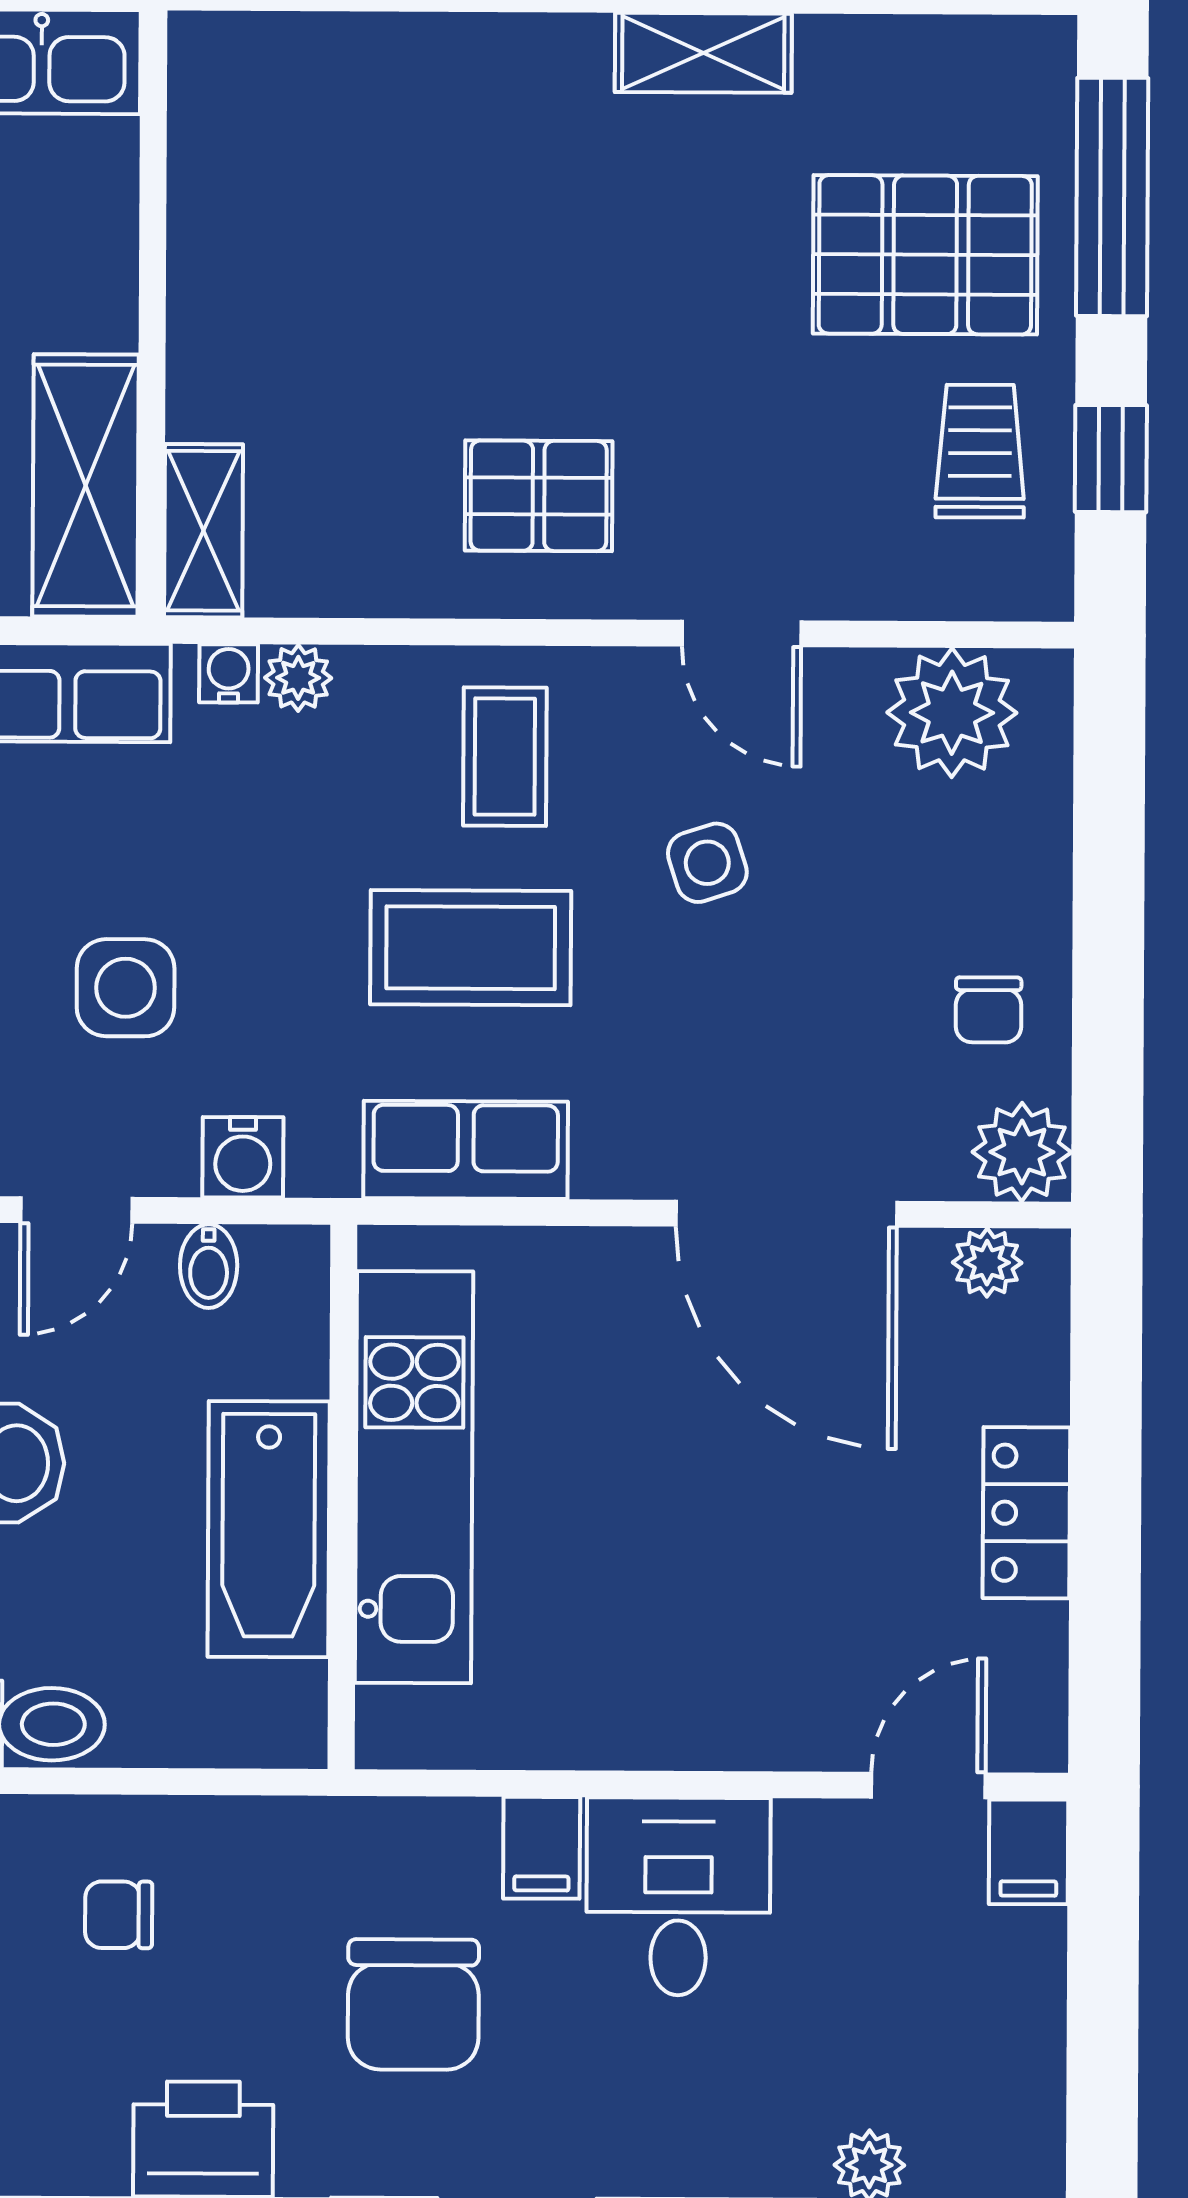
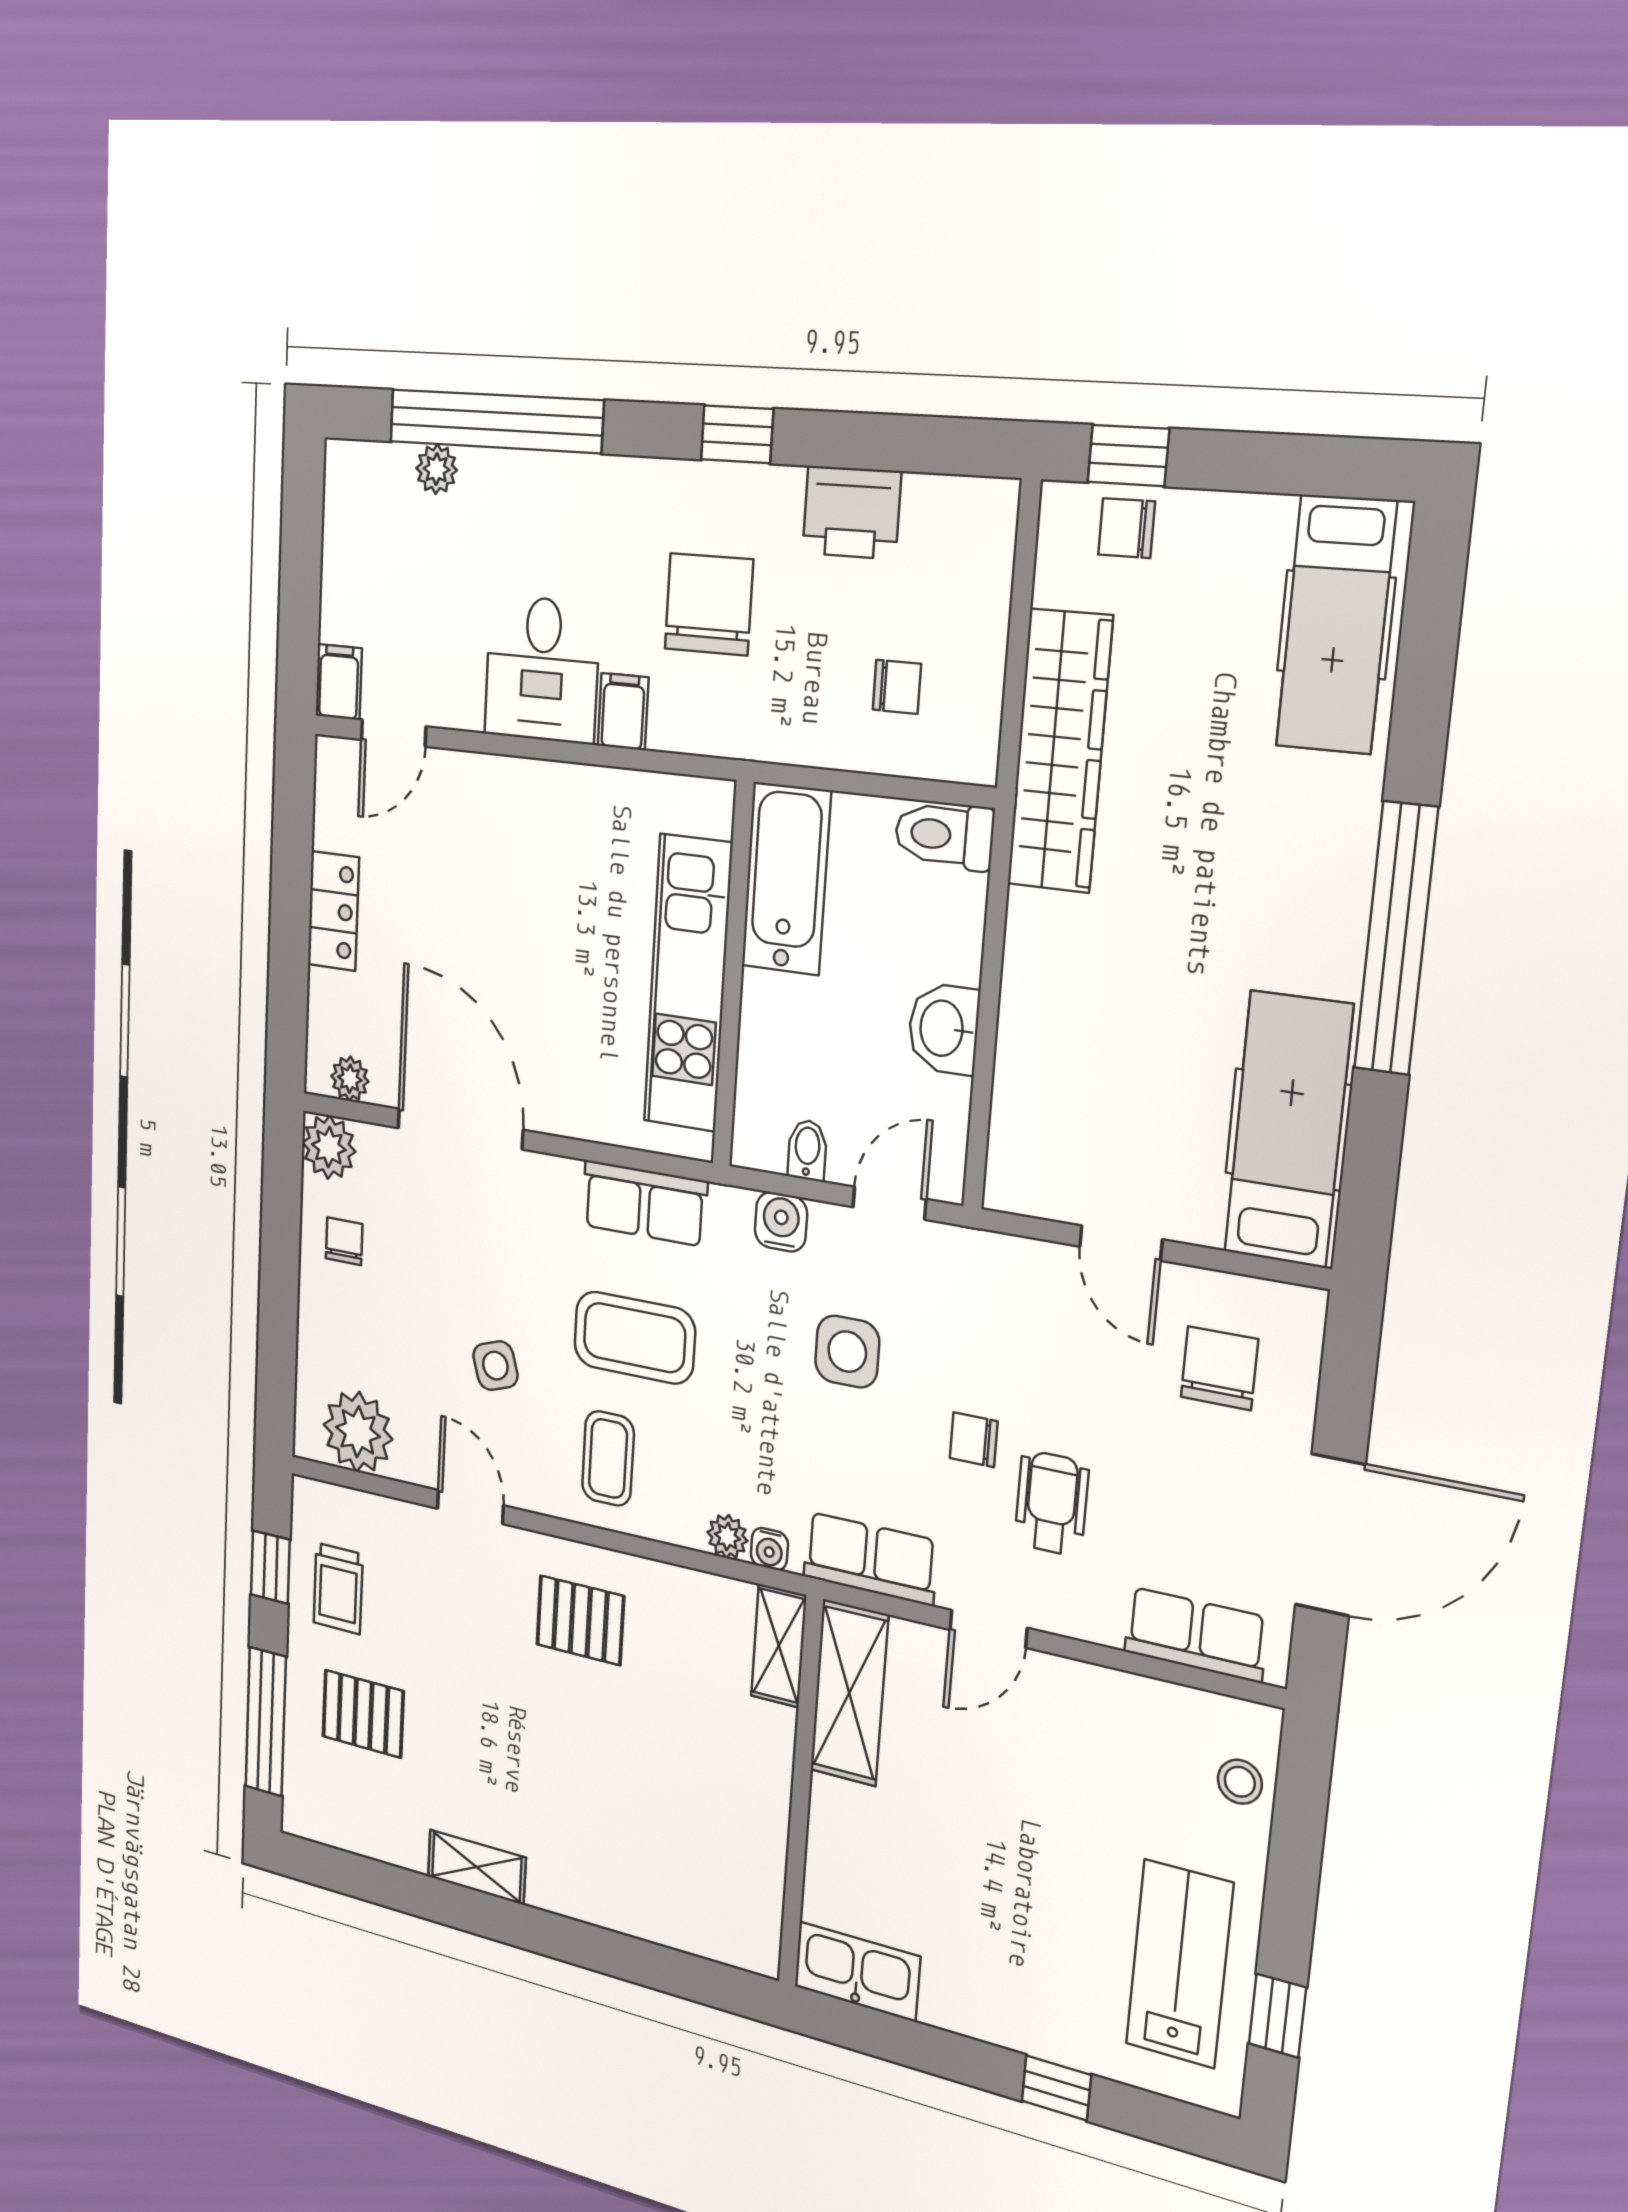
pallet: (925, 255) -> (363, 1714), width x0.67, depth x0.71
bathtub: (269, 1529) -> (786, 879), moved

